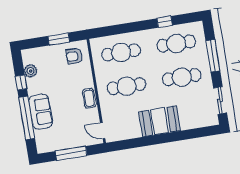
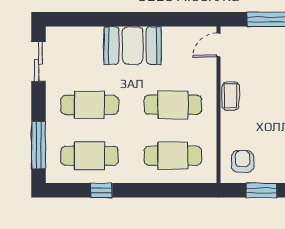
armchair: (74, 56) -> (243, 161), turned -90
window: (213, 56) -> (38, 145), moved
door: (103, 131) -> (218, 45), swing flipped

